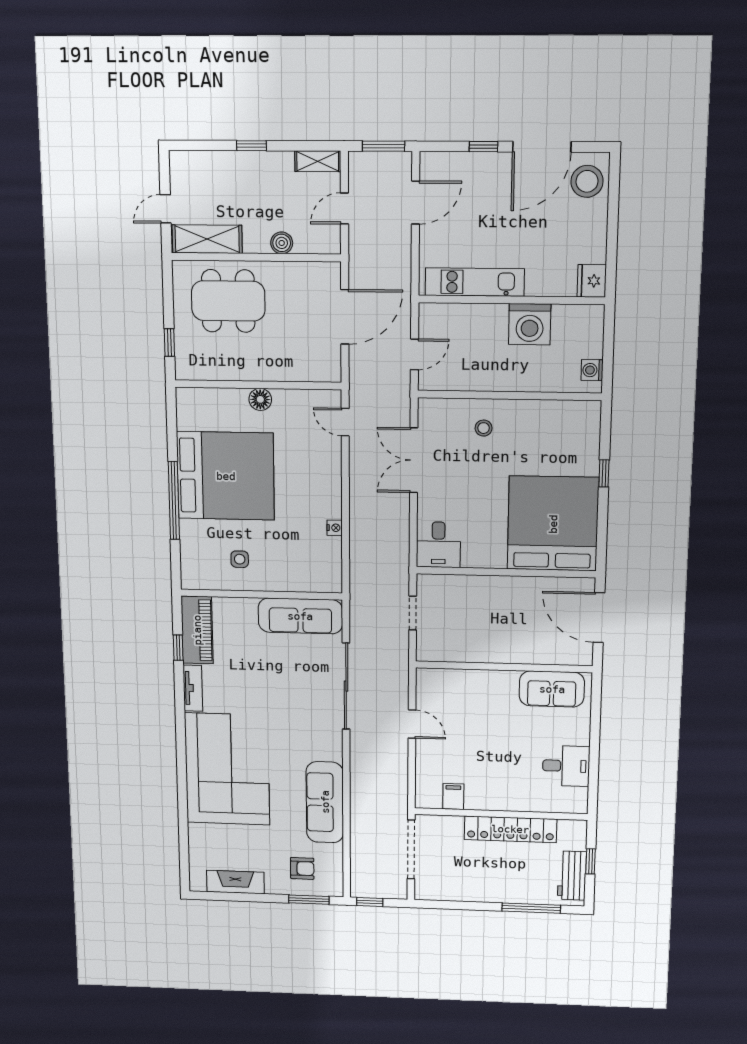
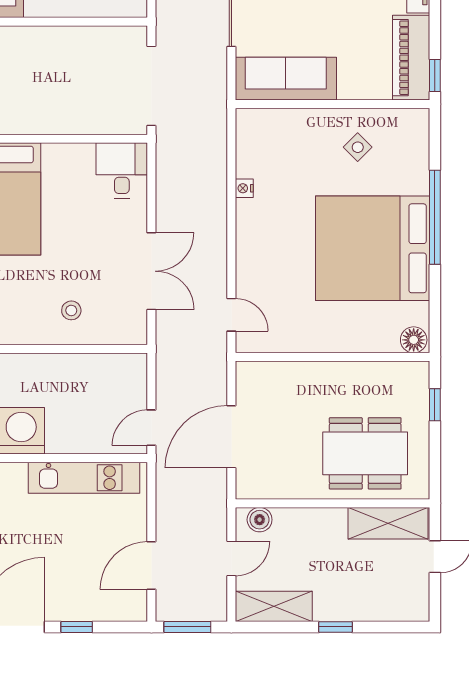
shelving: (318, 161) -> (274, 606), width x1.50, depth x1.33
boiler: (282, 243) -> (260, 520), moved
door: (414, 354) -> (151, 428), moved
floor lamp: (260, 399) -> (414, 340), moved
side table: (240, 559) -> (358, 147), turned 45
doorway: (413, 613) -> (151, 86), width x1.88
window: (178, 648) -> (435, 75), moved

